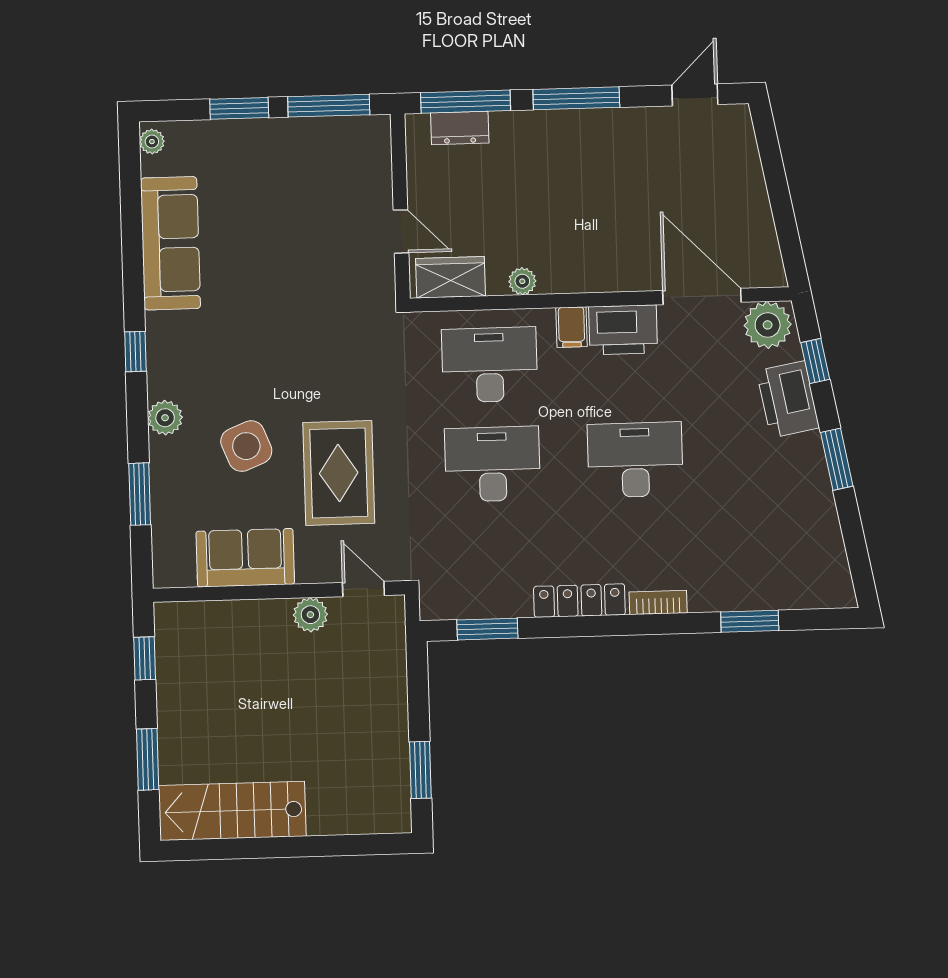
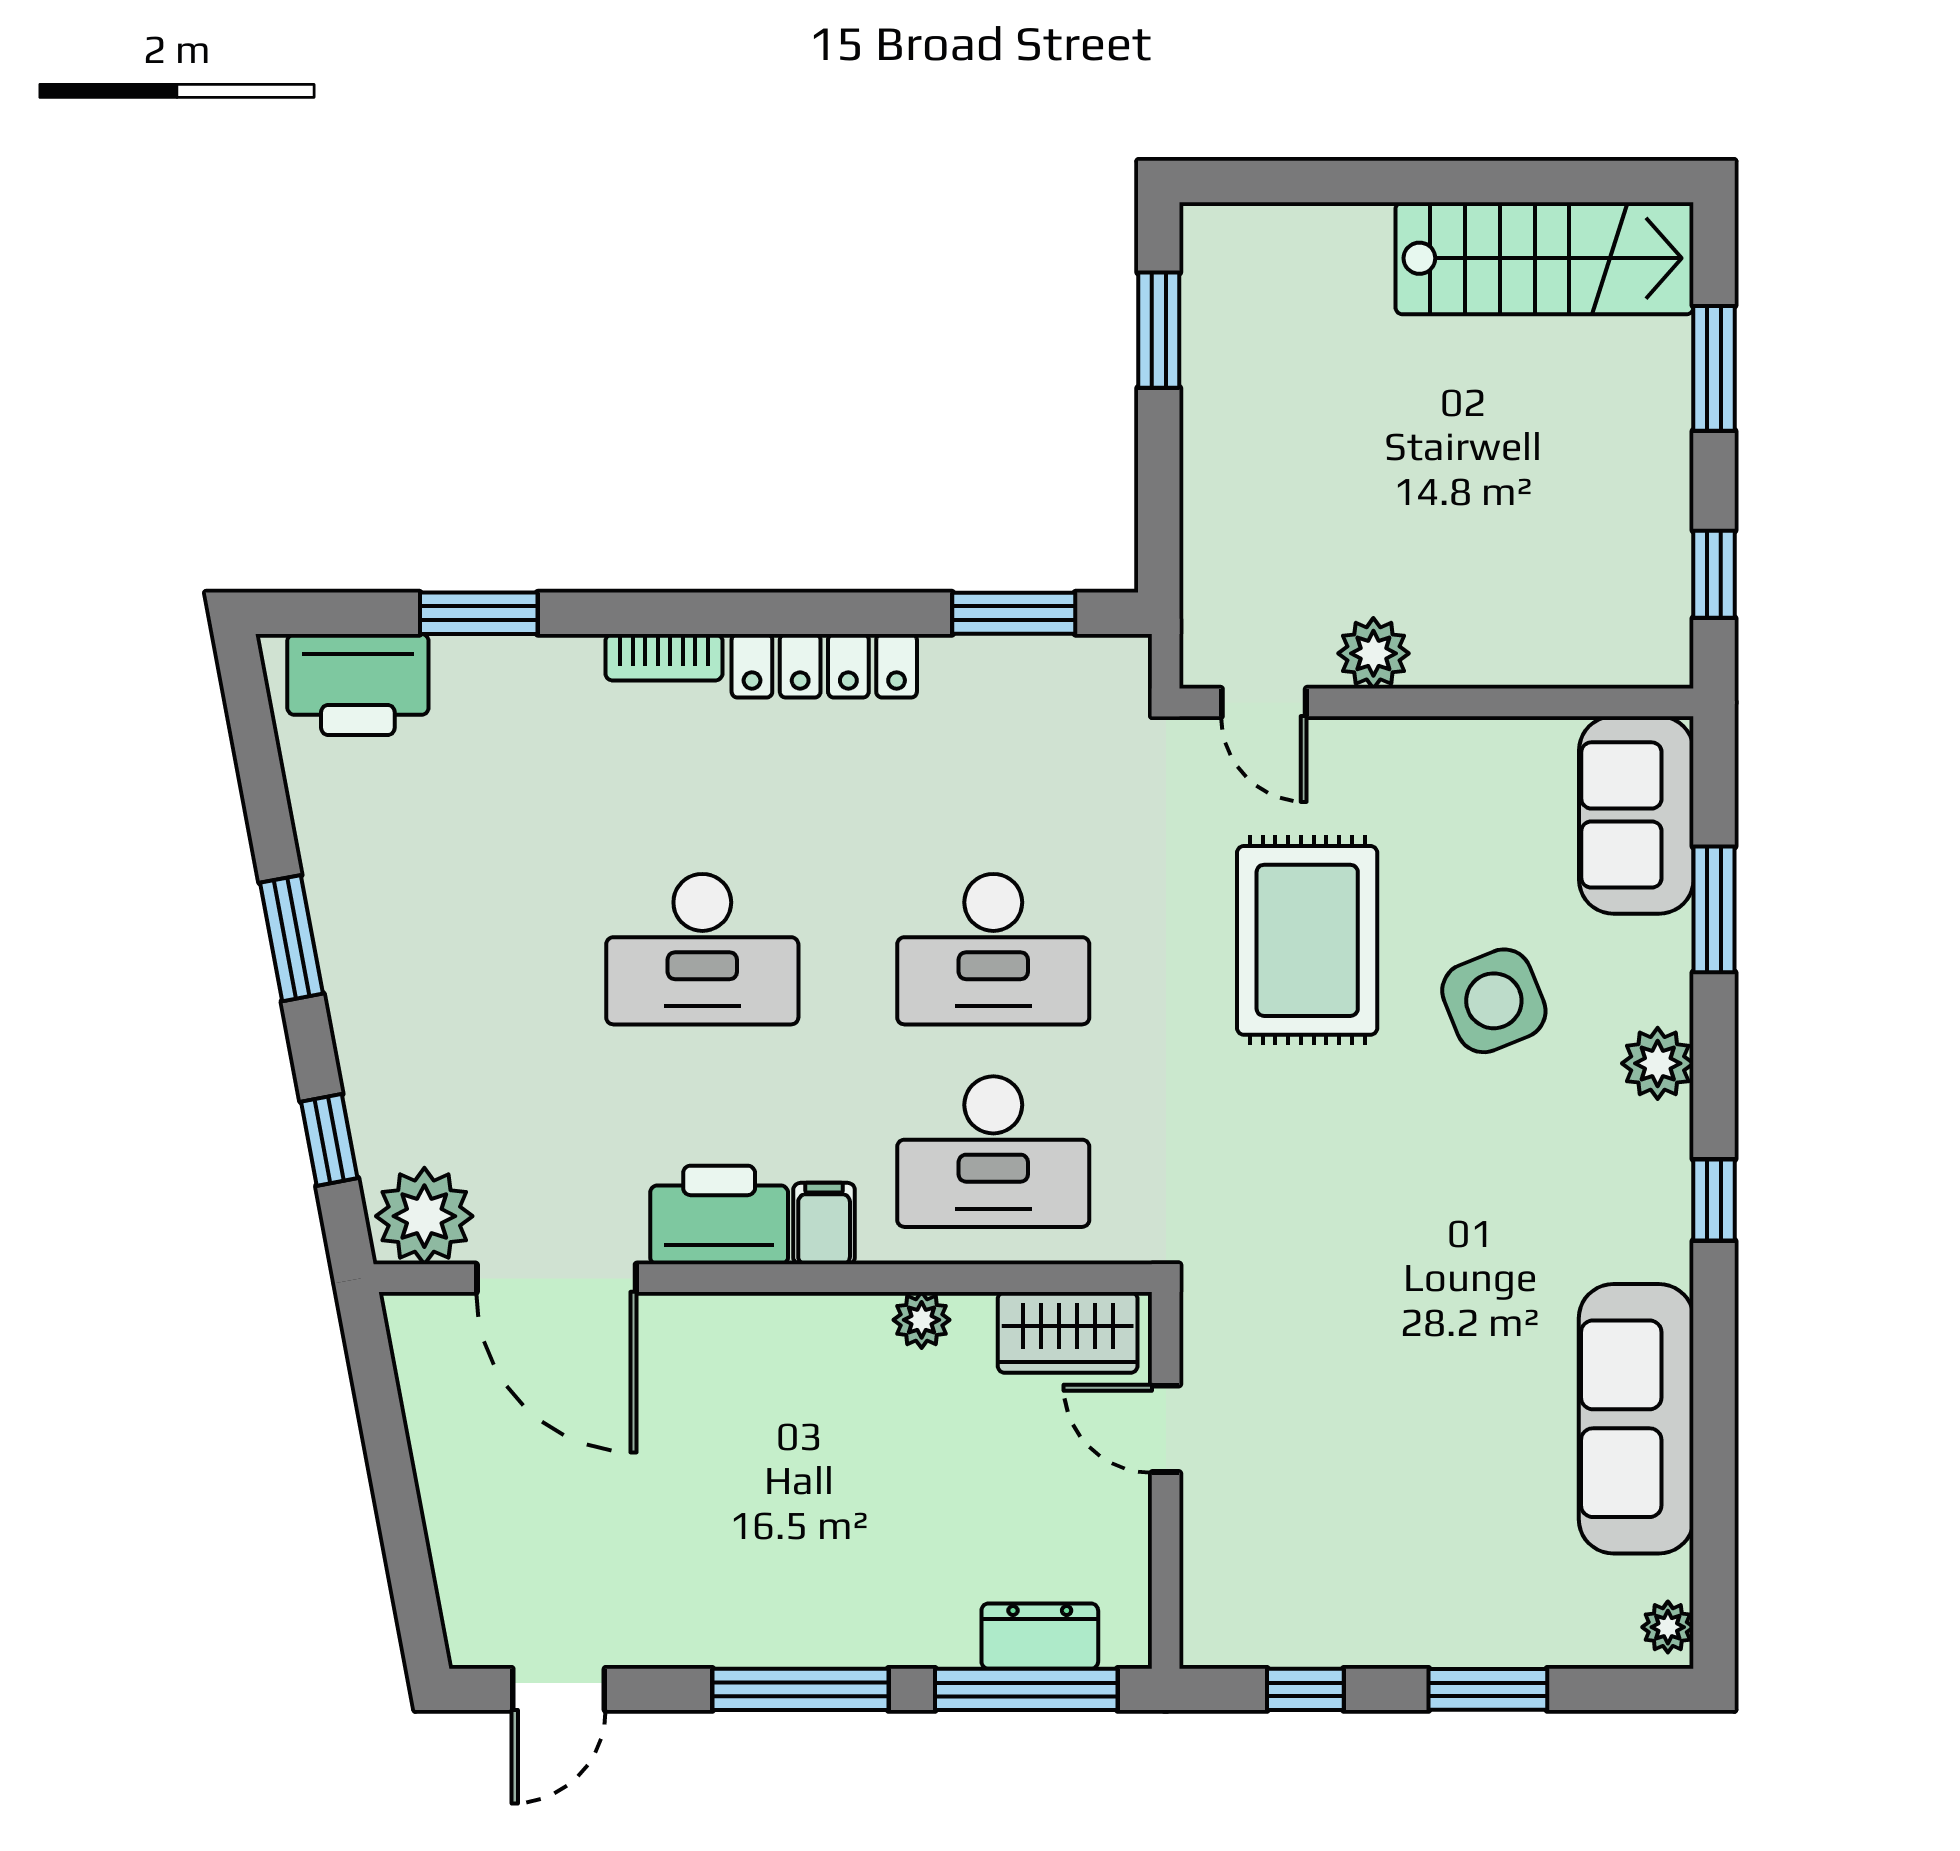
window: (329, 106) -> (1305, 1689), width x0.46
printer: (788, 399) -> (358, 685), moved, turned 101
sofa: (245, 558) -> (1636, 815), moved, turned 90

